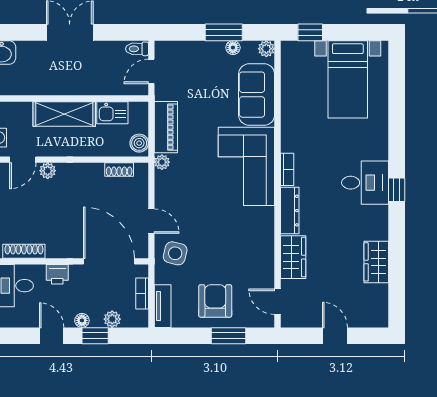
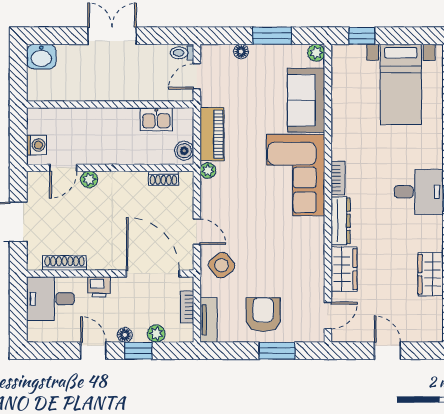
floor lamp: (233, 48) -> (241, 52), moved
shelving: (64, 114) -> (106, 121), removed
side table: (175, 253) -> (222, 265), turned 38
door: (278, 302) -> (328, 315), swing flipped

